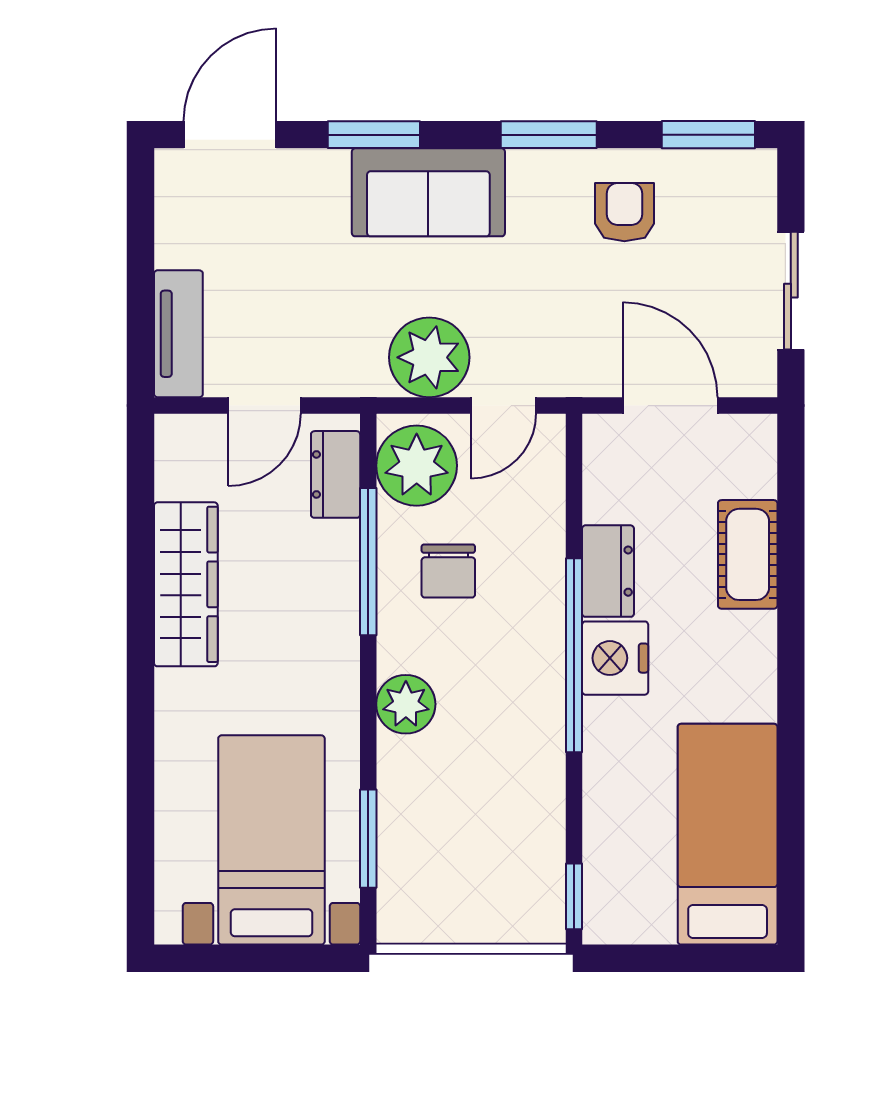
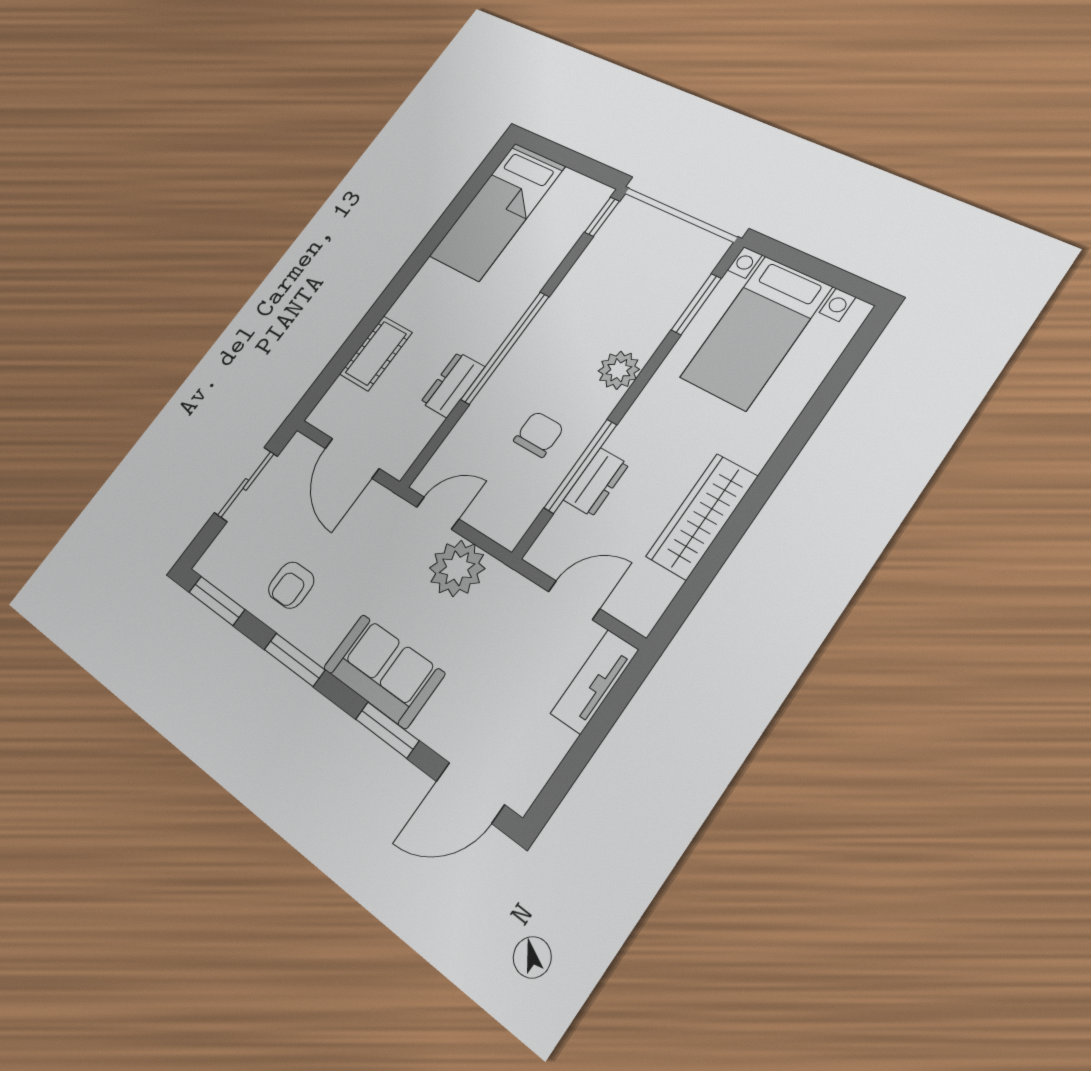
plant: (417, 466) -> (511, 507), removed
dresser: (336, 474) -> (596, 482), moved
nightstand: (615, 658) -> (485, 334), removed

